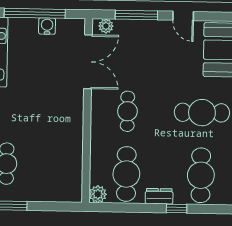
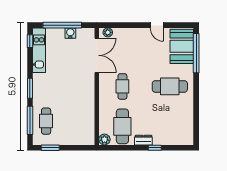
window: (136, 15) -> (127, 25), removed
cafe table: (201, 175) -> (170, 126), removed

